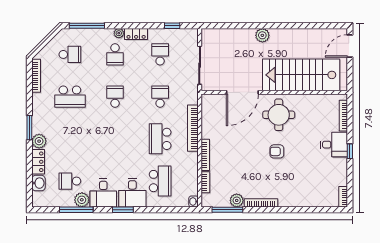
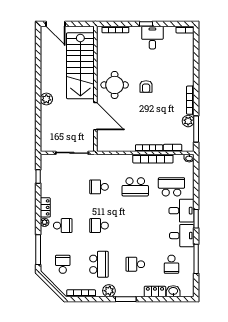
school desk: (160, 54) -> (135, 264), moved
bookcase: (193, 128) -> (153, 159), moved
plant: (39, 141) -> (109, 291), moved
desk: (334, 145) -> (152, 38), moved
plant: (82, 200) -> (188, 254), removed

